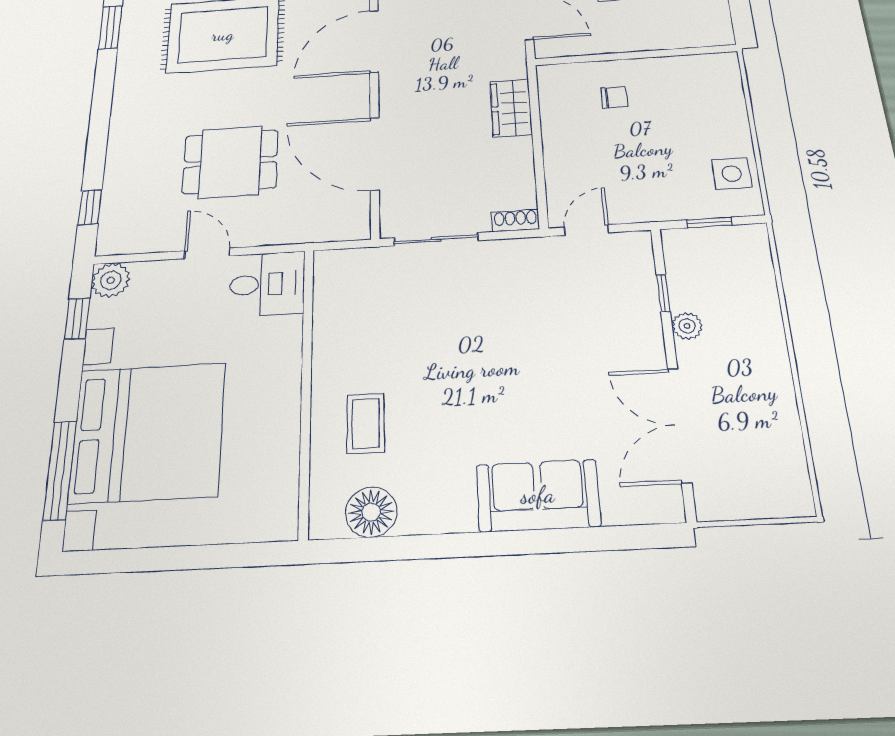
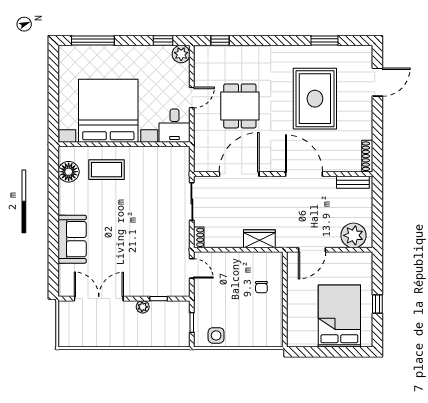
coffee table: (366, 423) -> (107, 170), width x1.36, depth x1.30
bed with nightstands: (148, 432) -> (108, 111), moved, turned 180

